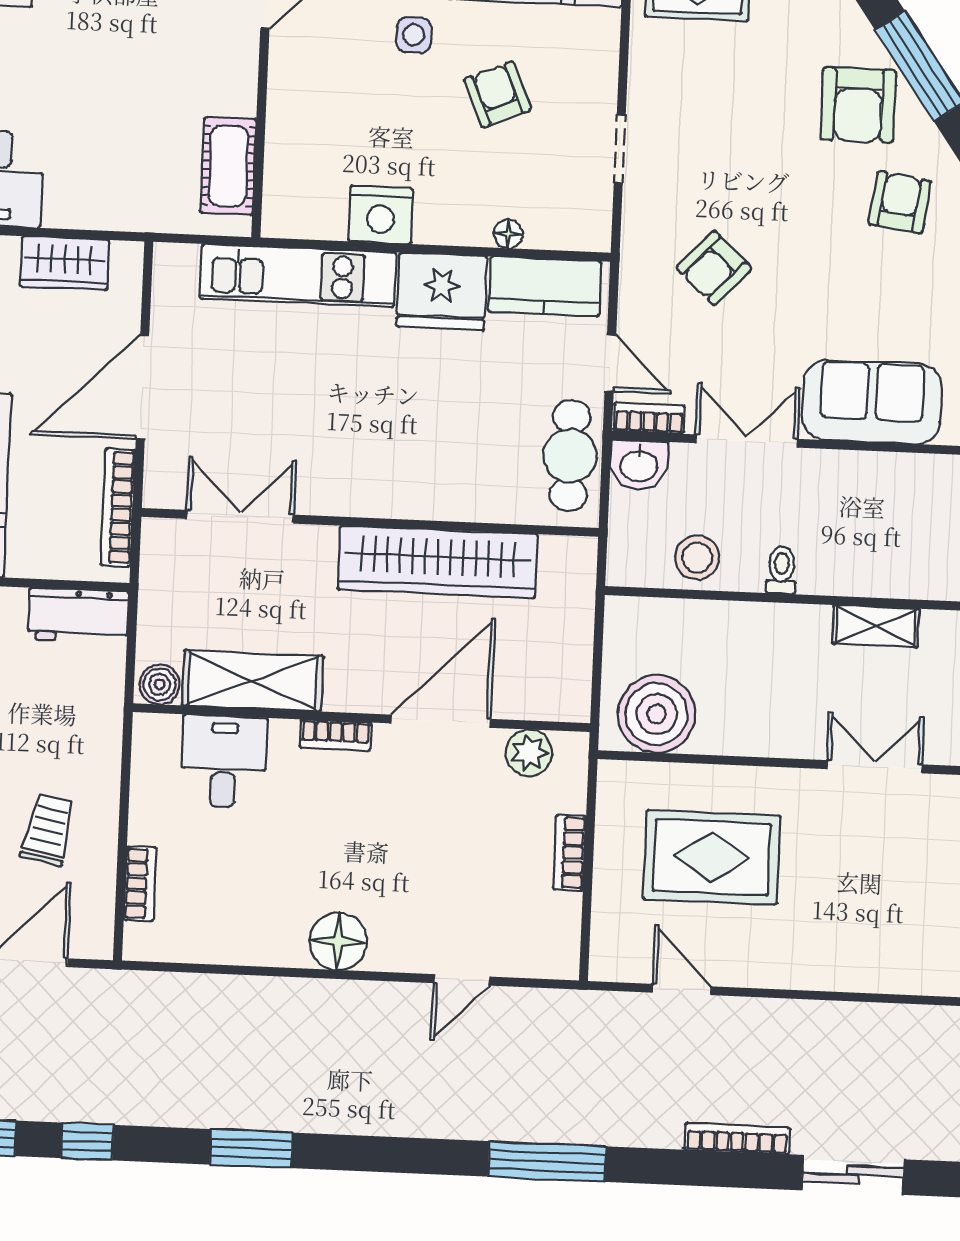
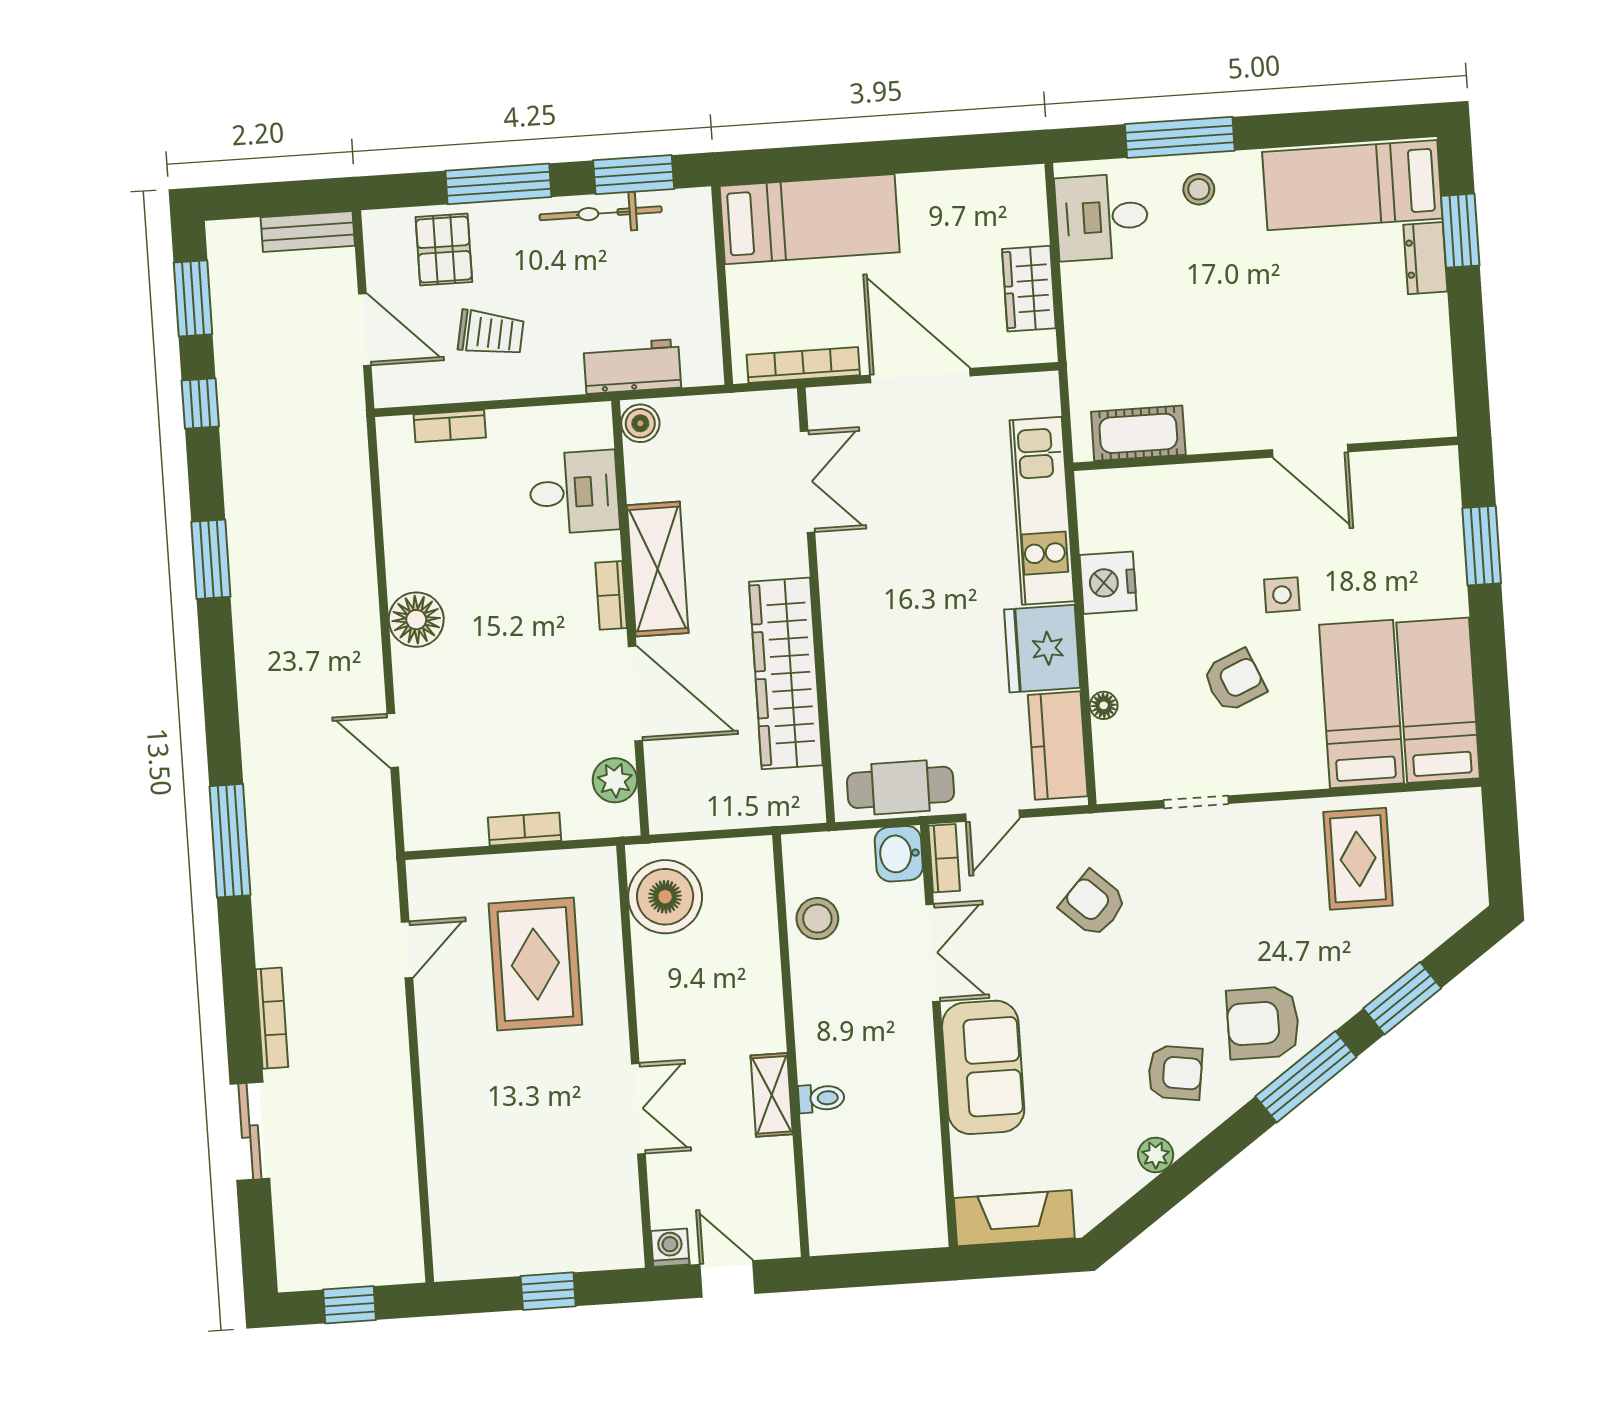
toilet: (781, 570) -> (821, 1098), moved
workbench: (78, 615) -> (632, 366), moved, turned 90
shelving: (253, 681) -> (658, 569), moved

